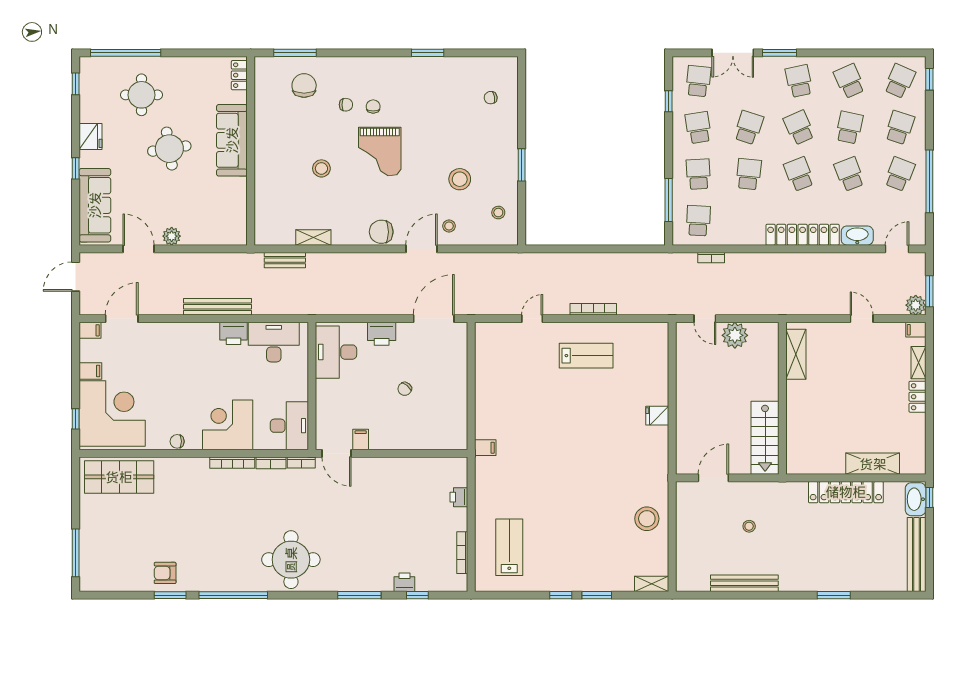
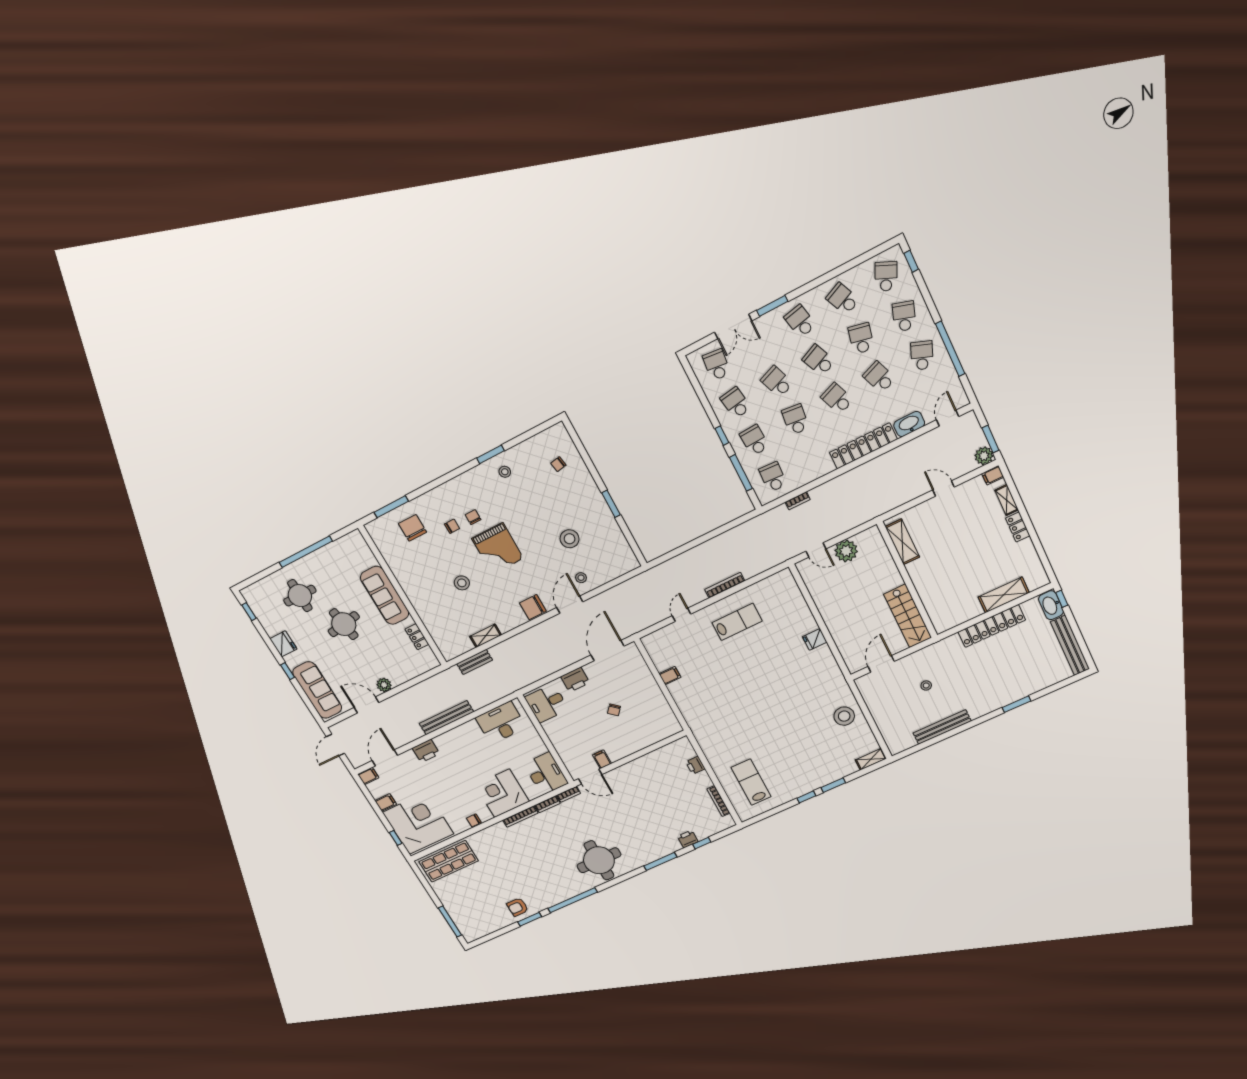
window: (126, 53) -> (306, 552), moved
locker: (239, 75) -> (417, 637), moved
window: (669, 101) -> (722, 436), moved
school desk: (749, 128) -> (777, 382), turned -39
stool: (498, 213) -> (505, 472), moved
printer: (234, 333) -> (426, 751), moved
desk: (336, 352) -> (547, 703), width x0.73
filing cabinet: (485, 448) -> (670, 676), moved

